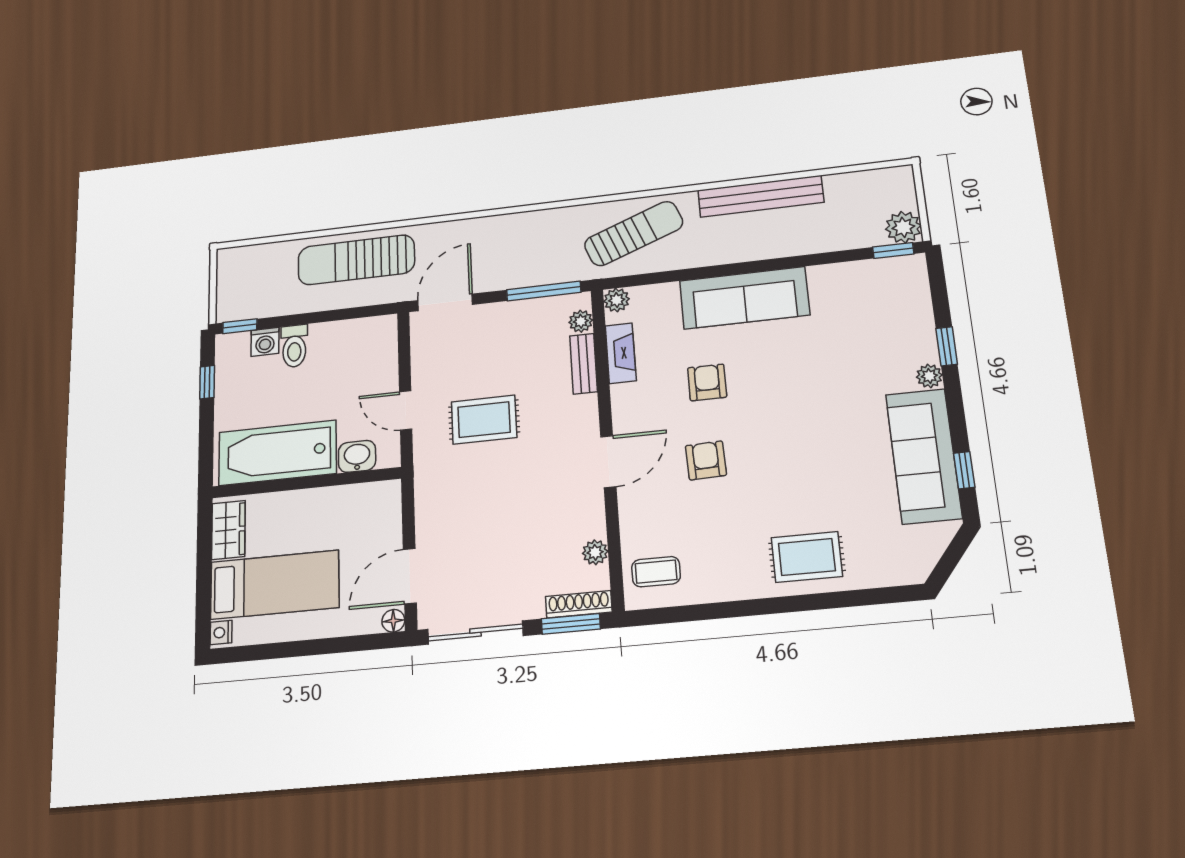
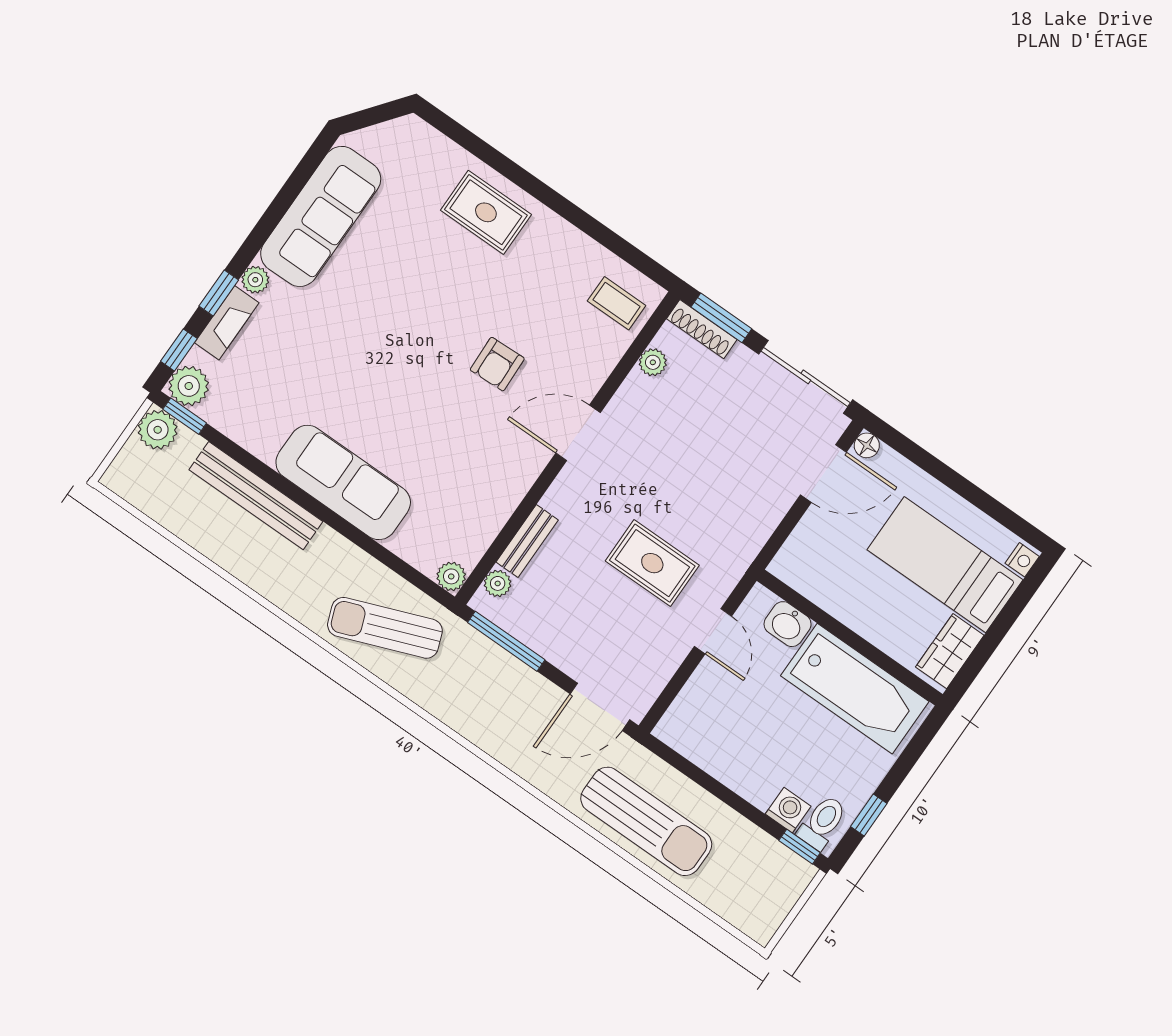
bench: (761, 196) -> (256, 496), moved
plant: (909, 271) -> (189, 386), added
toilet: (294, 346) -> (822, 822), moved
fireplace: (621, 353) -> (227, 323), moved, turned 180
armchair: (707, 382) -> (439, 433), removed
window: (964, 470) -> (179, 350), moved

